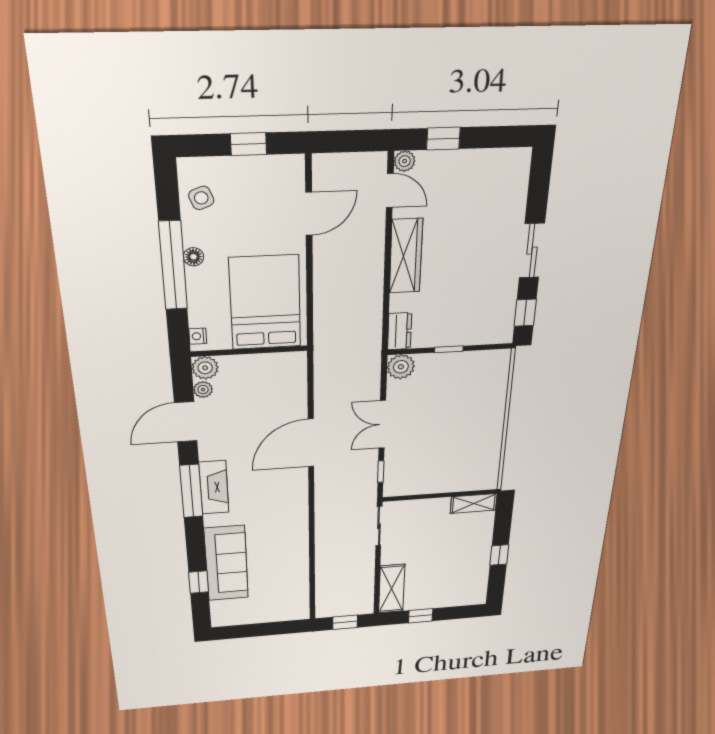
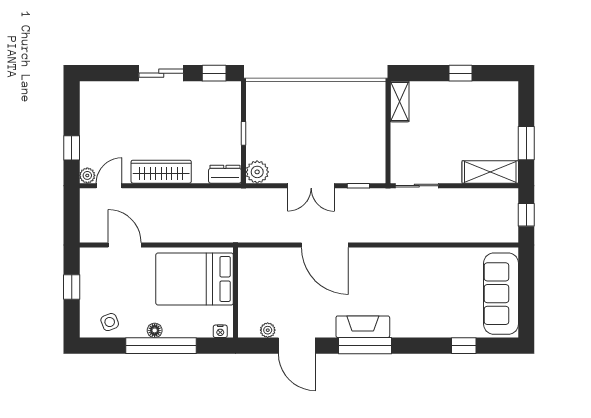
plant: (205, 368) -> (248, 327), removed
sofa: (226, 563) -> (501, 294), moved, turned -90
window: (421, 616) -> (526, 143), width x1.50

